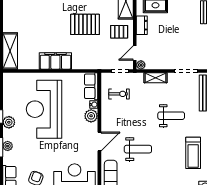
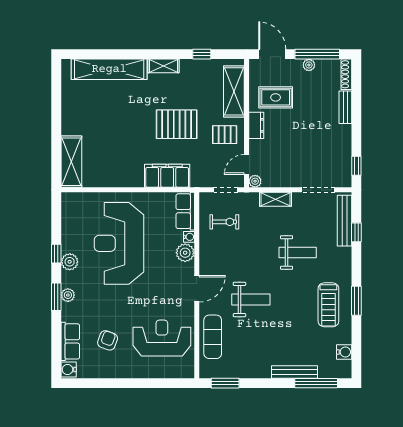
filing cabinet: (55, 61) -> (167, 176), moved

